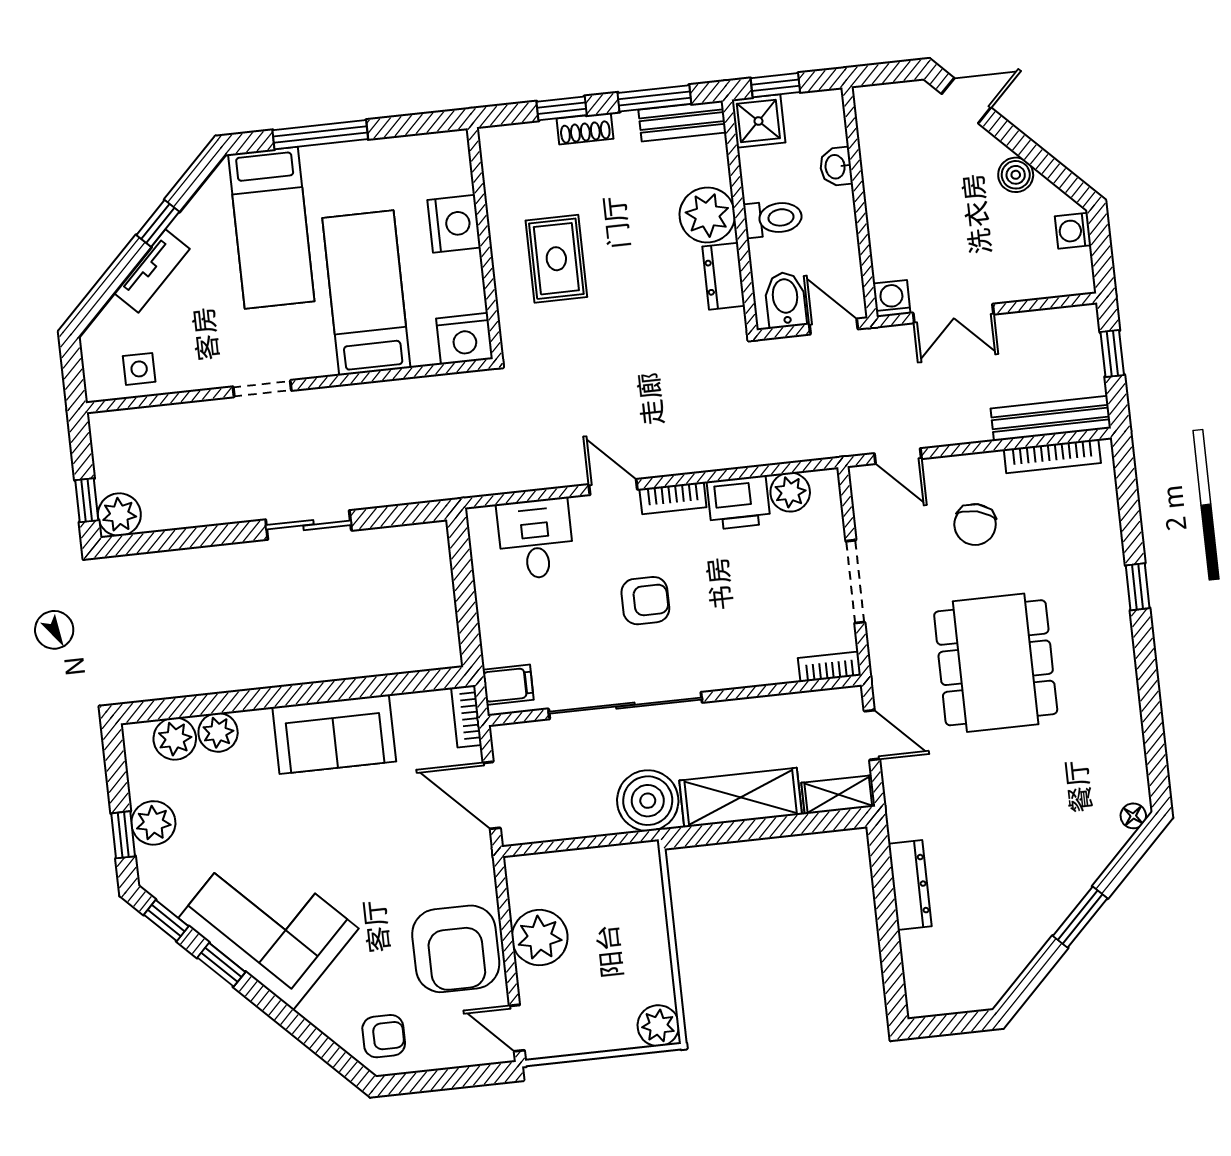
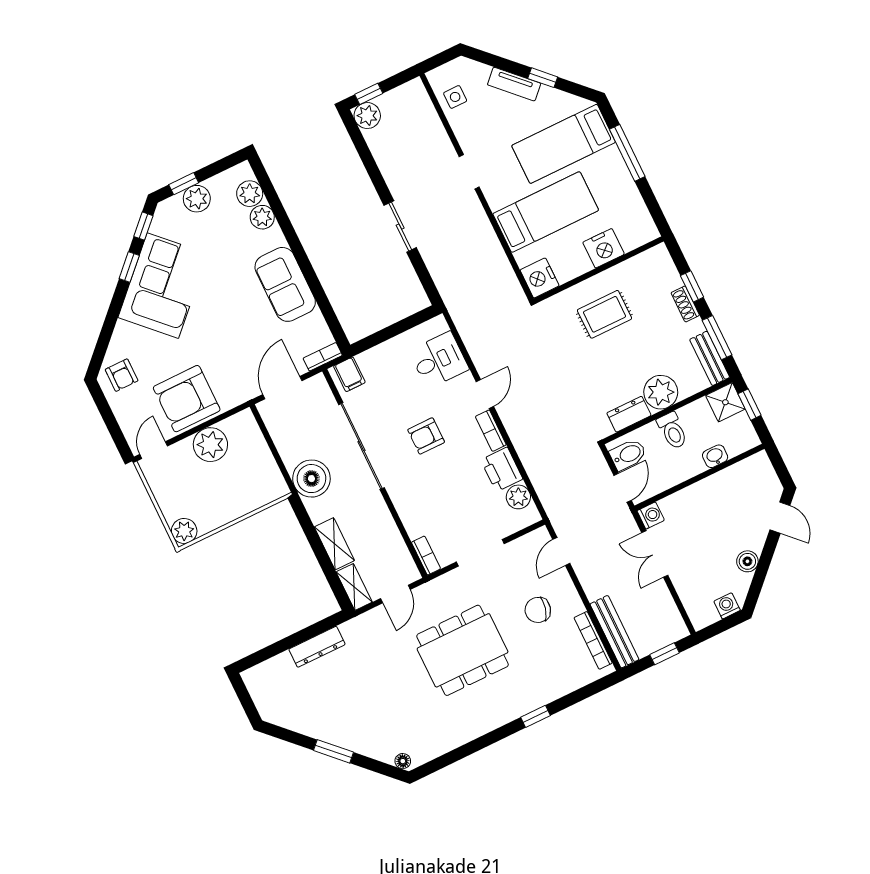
armchair: (645, 601) -> (426, 436), turned 90
shelving: (741, 798) -> (334, 544), width x0.67, depth x0.75

